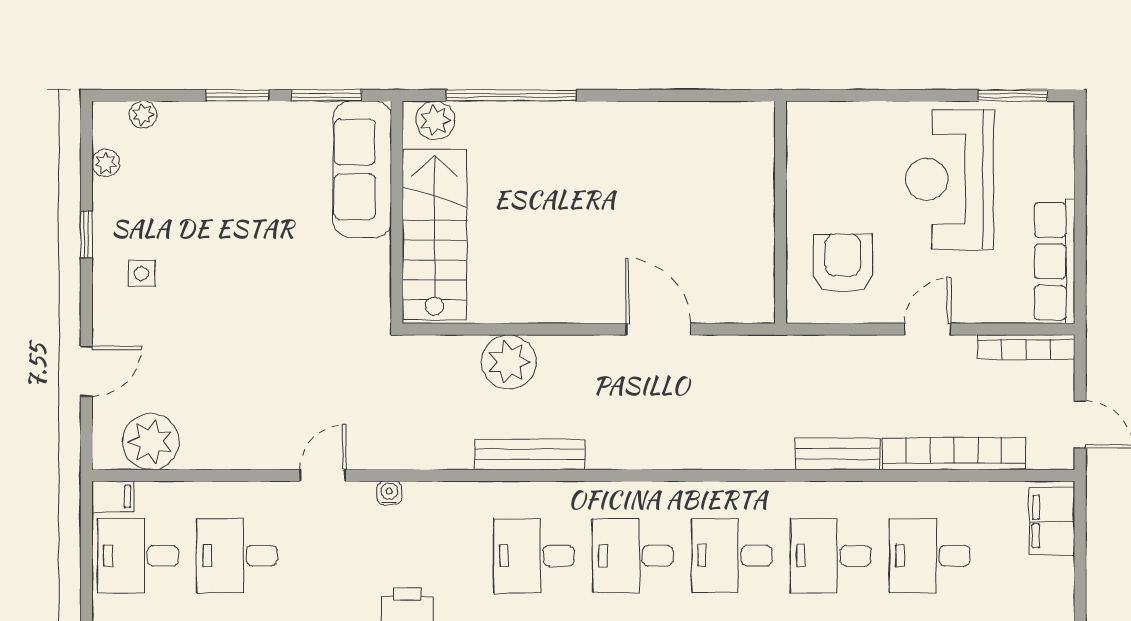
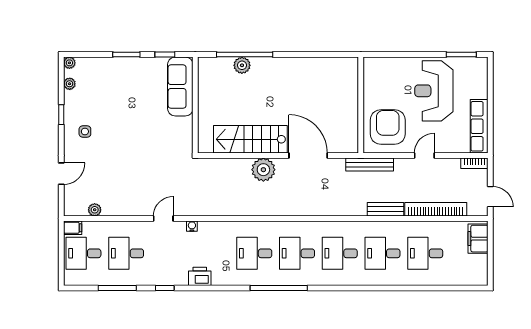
window: (326, 95) -> (165, 55), width x0.67
plant: (143, 115) -> (69, 63), moved
plant: (435, 120) -> (242, 65), moved
stairs: (435, 234) -> (250, 139), moved, turned -90
armchair: (843, 263) -> (388, 127), width x1.36, depth x1.36
door: (658, 329) -> (308, 156), width x1.36
bookcase: (1026, 347) -> (474, 163), width x0.64
plant: (509, 362) -> (263, 170), moved
plant: (151, 442) -> (95, 210), width x0.53, depth x0.53
bench: (530, 454) -> (370, 165), moved

